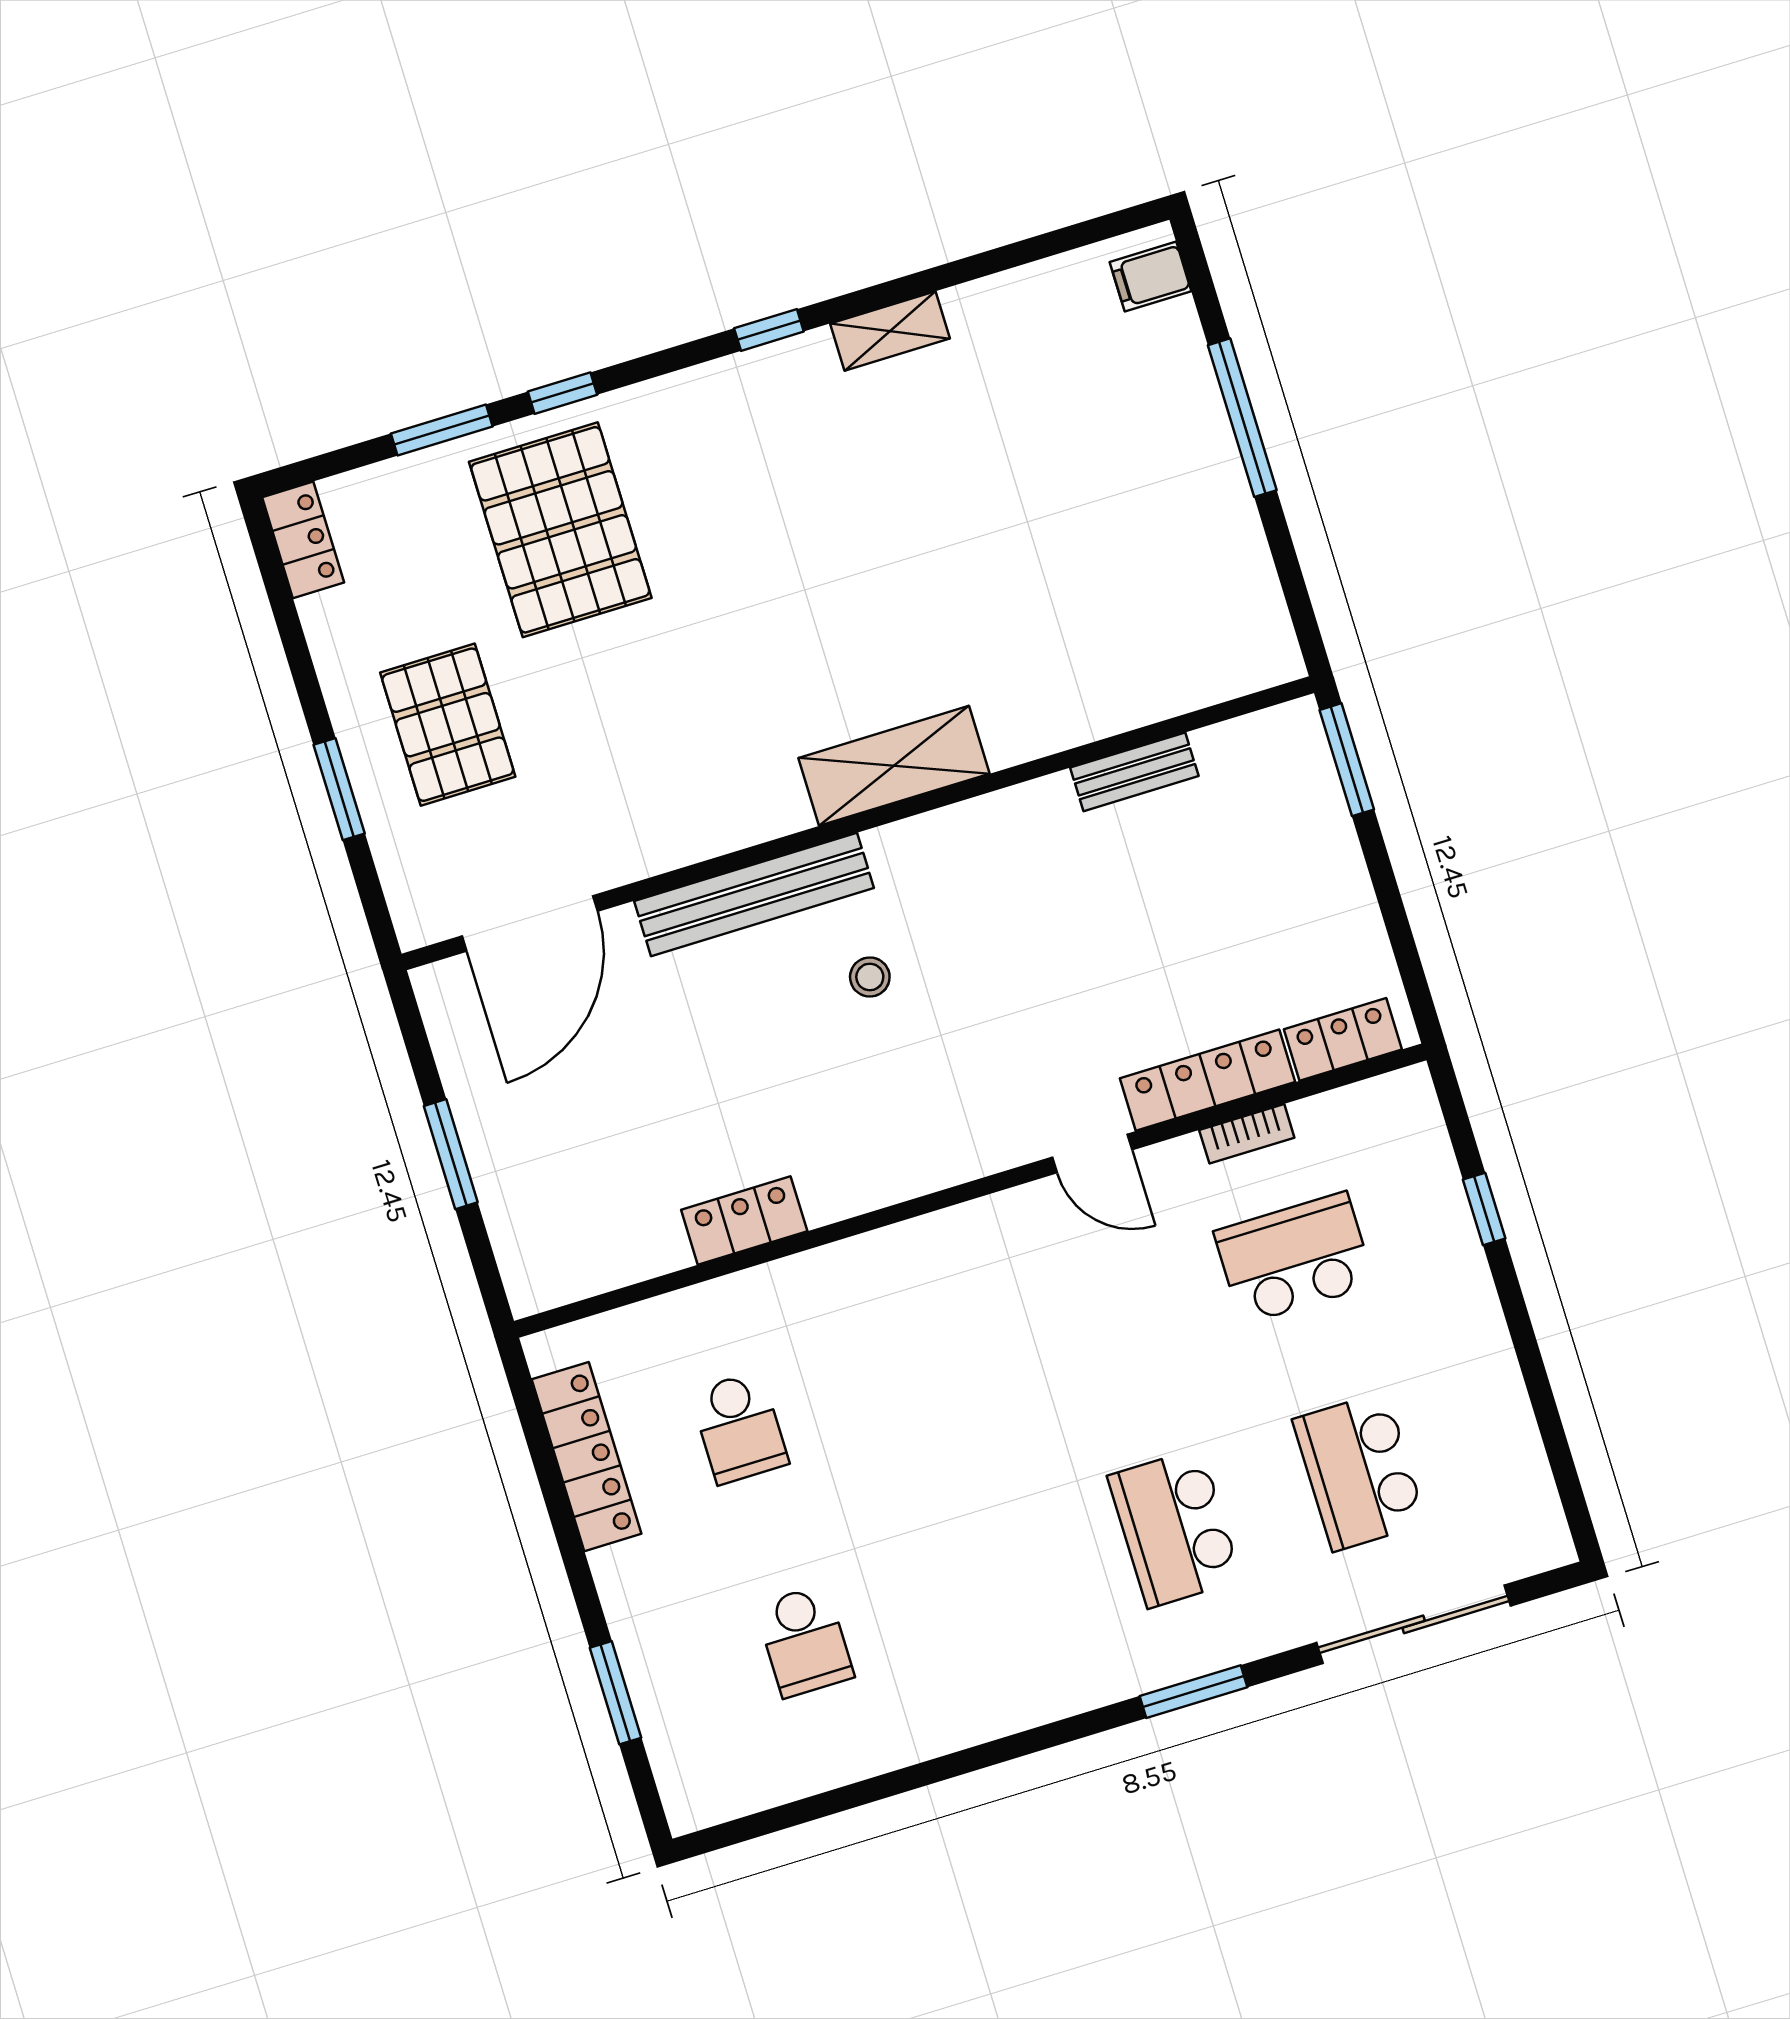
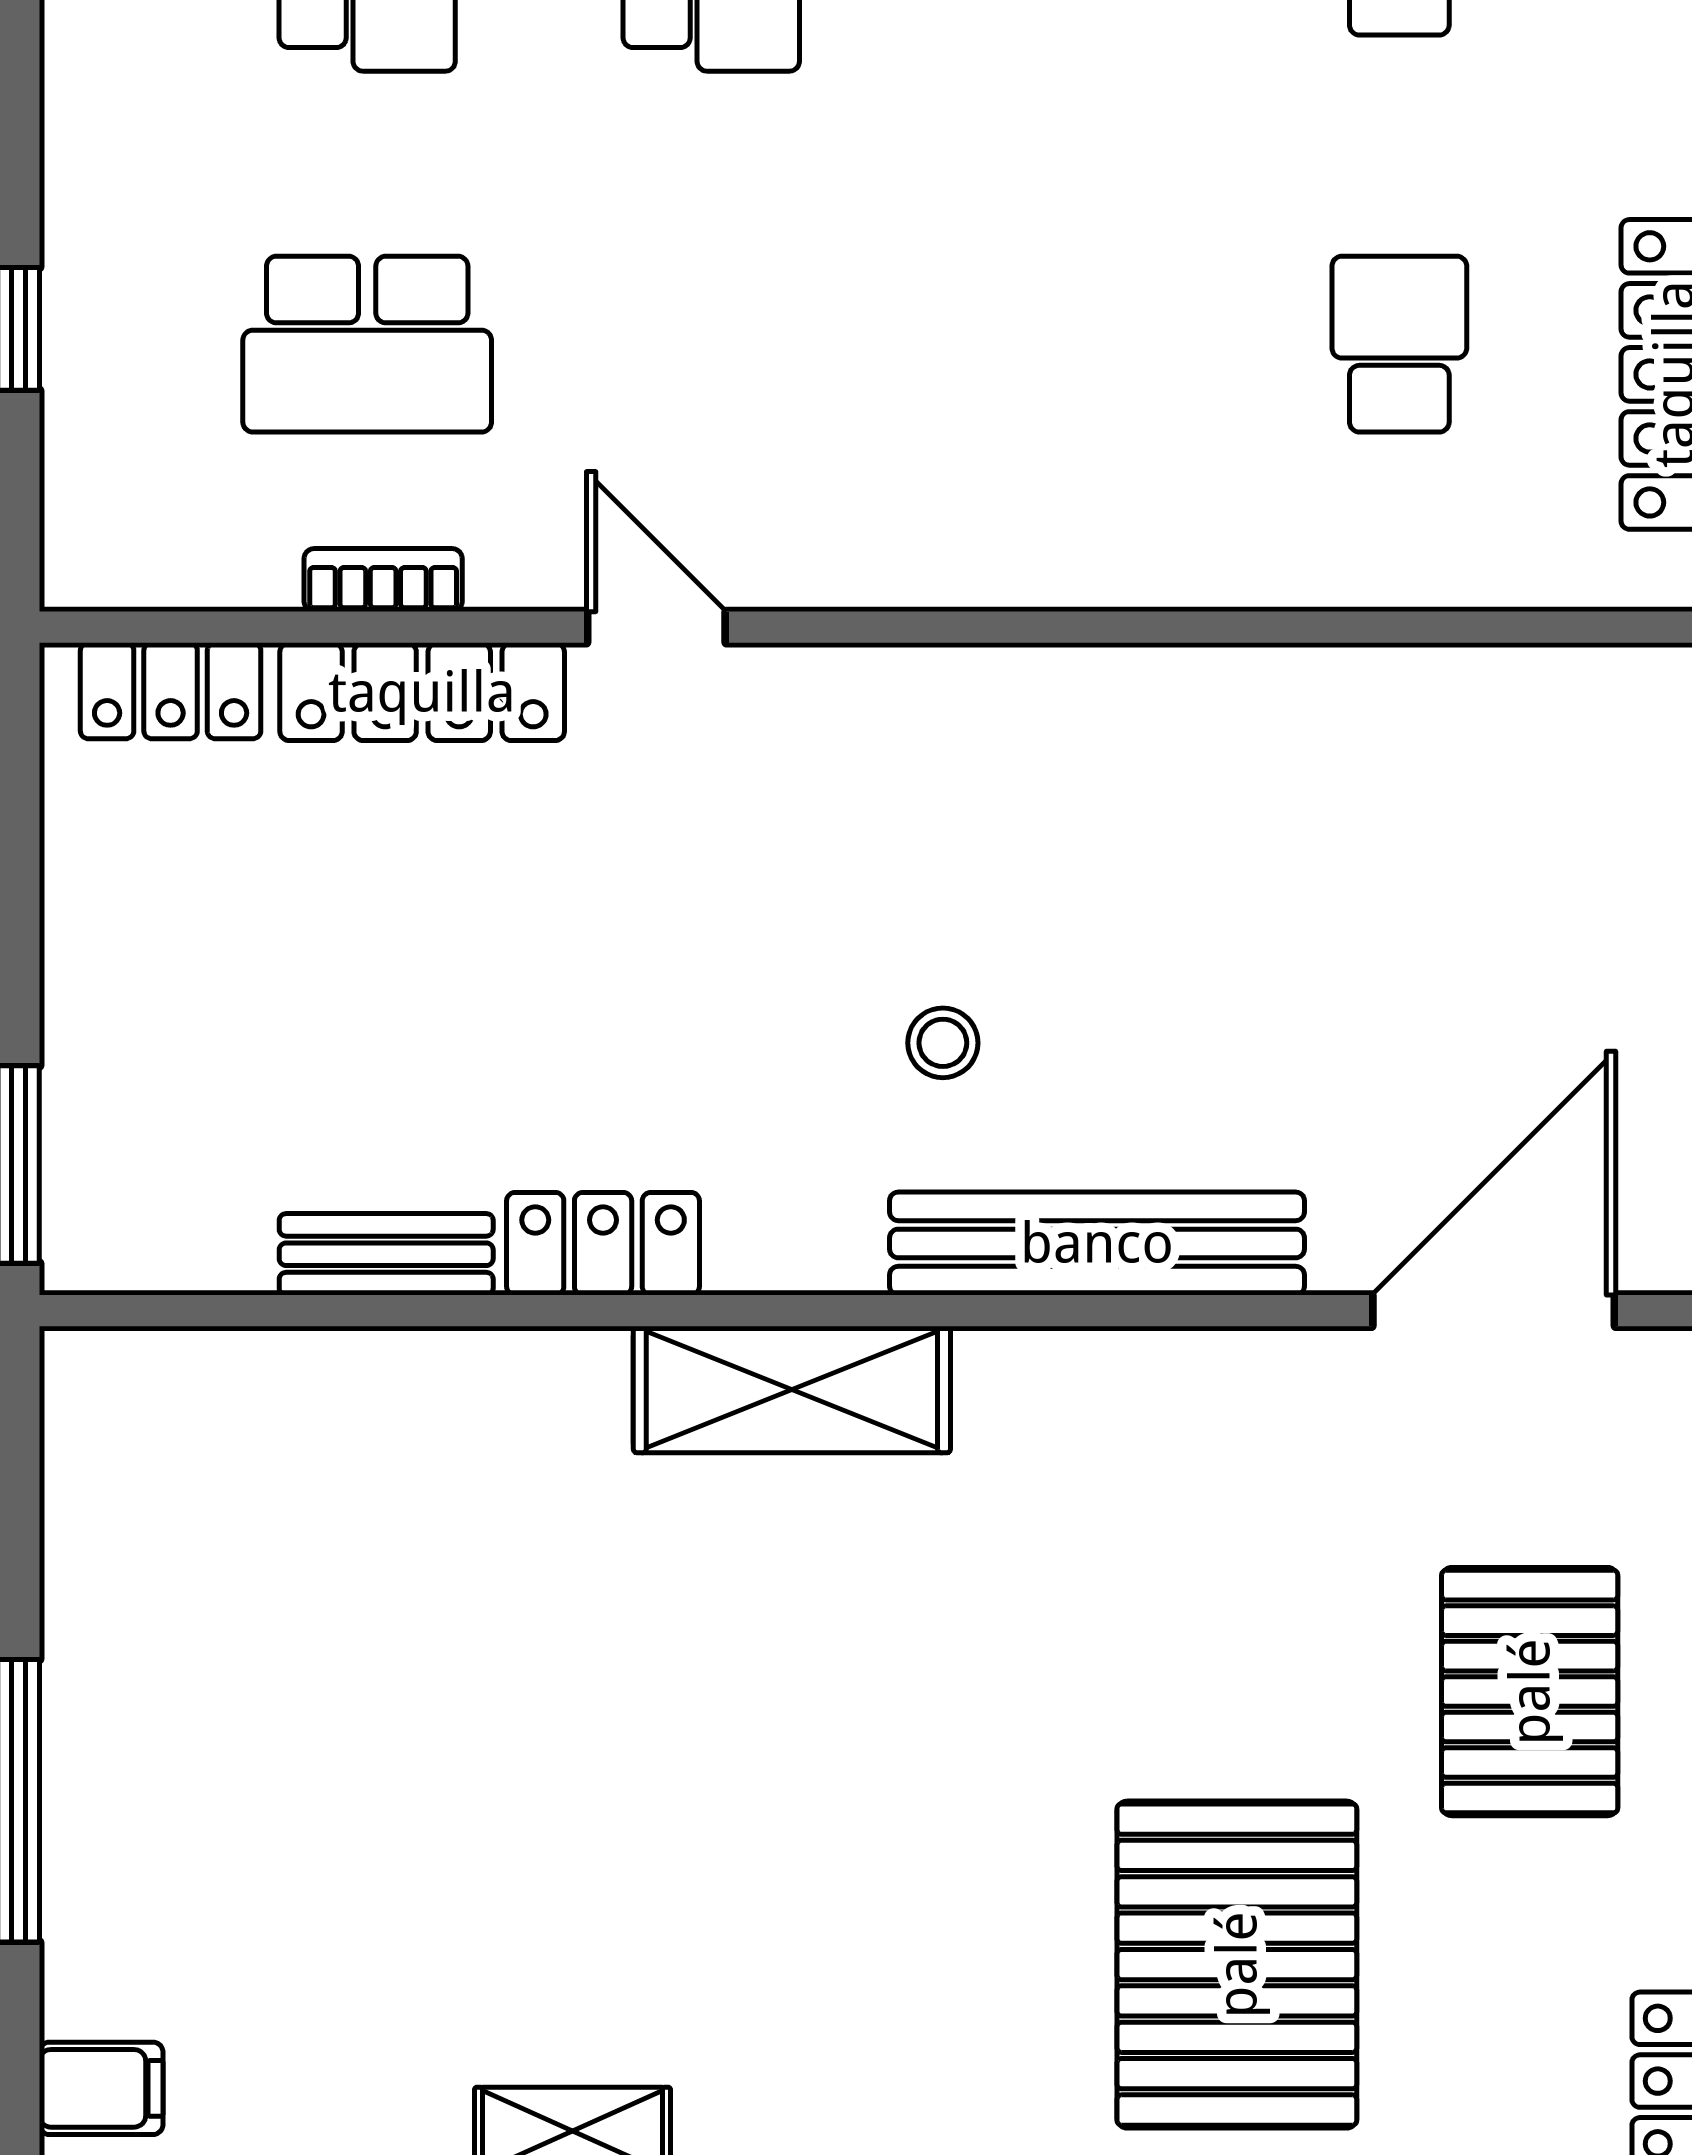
locker: (744, 1220) -> (603, 1244), moved, turned 180

